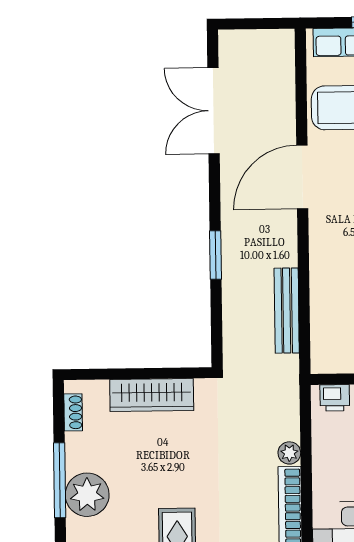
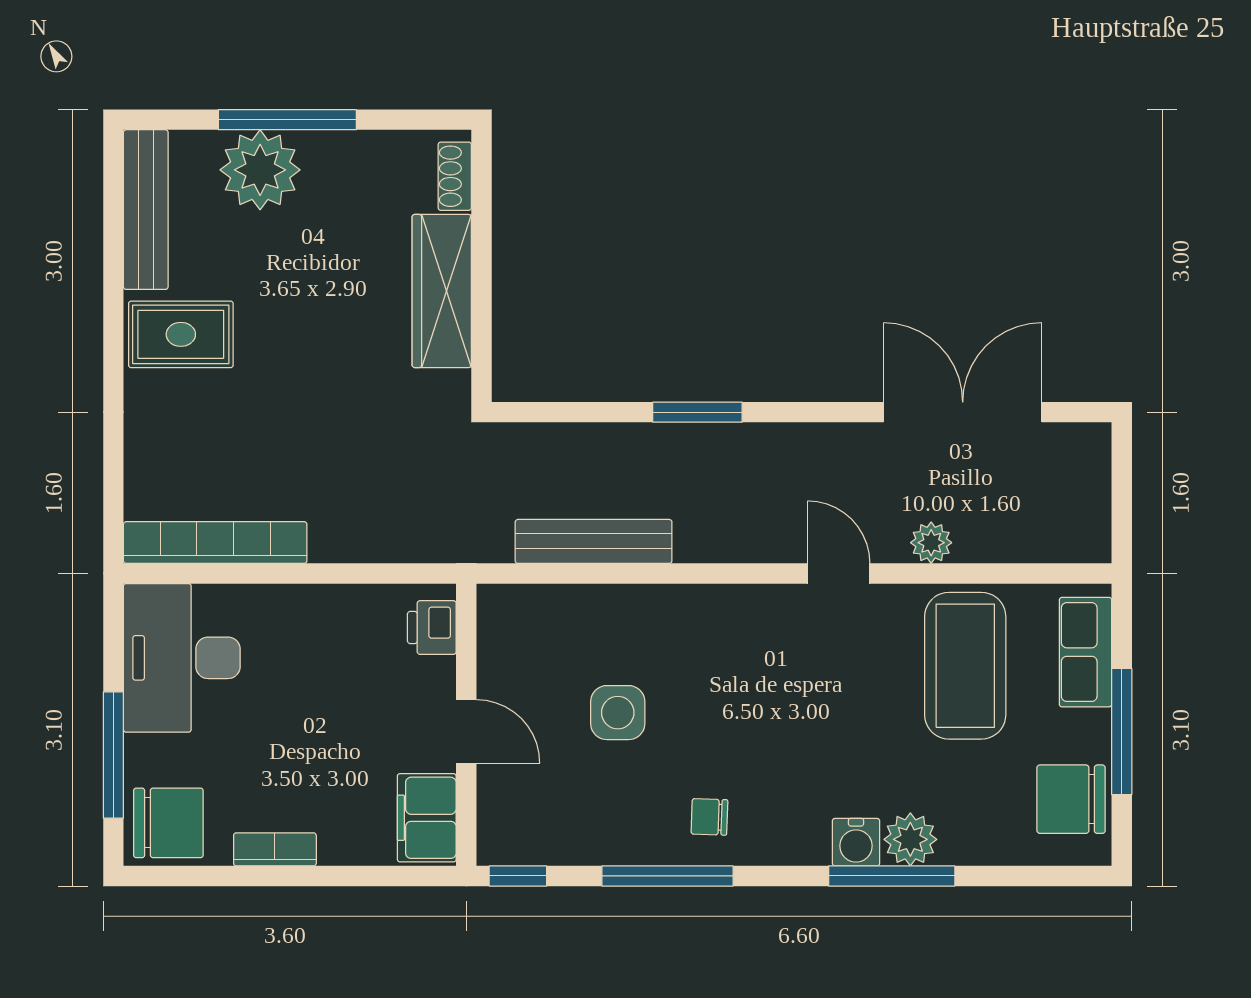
door: (302, 177) -> (839, 573), width x0.53
shoe rack: (73, 412) -> (455, 176), moved, turned 90
plant: (289, 453) -> (931, 543), moved

